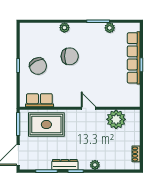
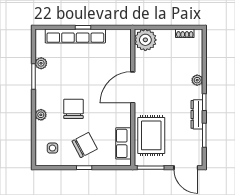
side table: (35, 38) -> (52, 148), added
door: (89, 108) -> (133, 87), width x1.88
plant: (116, 119) -> (145, 40), moved

